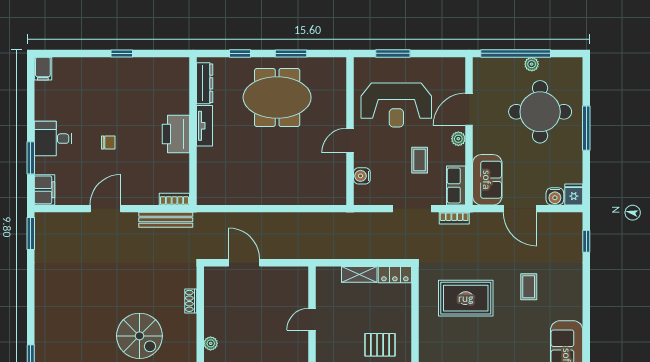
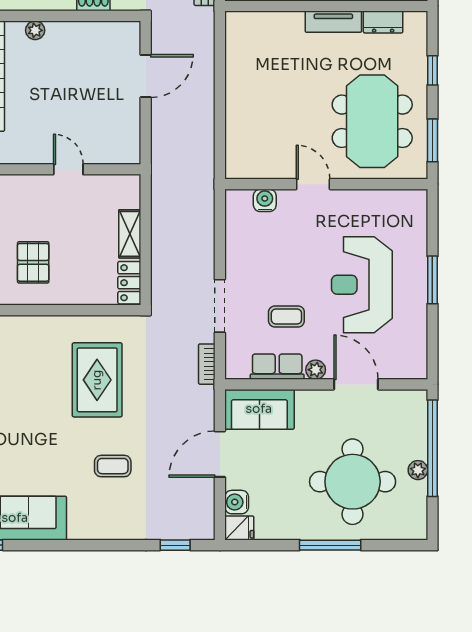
dresser: (205, 83) -> (383, 22), width x0.70
wall: (350, 131) -> (326, 184), moved
door: (350, 141) -> (313, 184), moved
water cooler: (362, 176) -> (265, 200), moved
row of seats: (456, 185) -> (277, 367), moved

